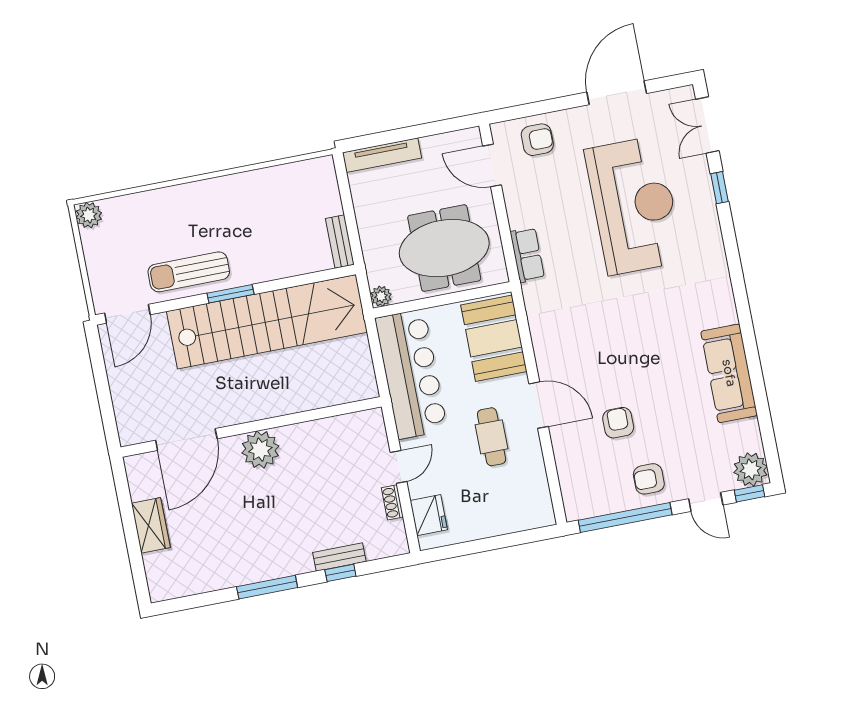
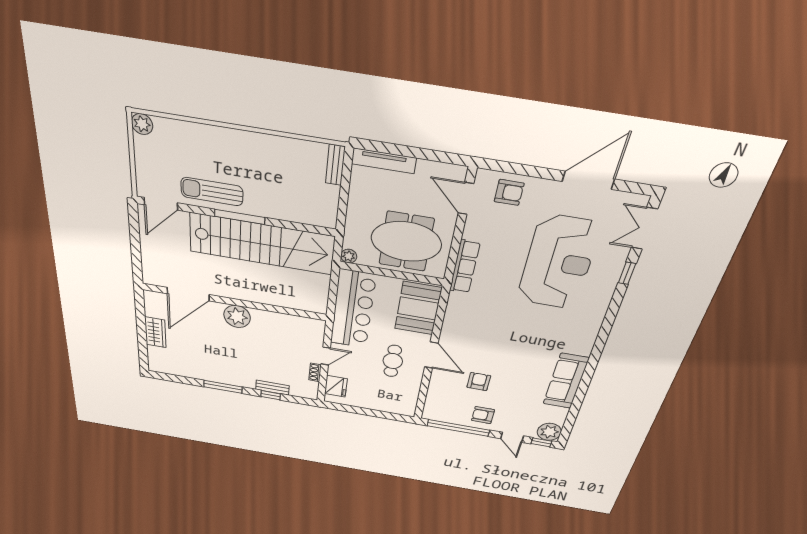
bench: (340, 242) -> (335, 165), moved
row of seats: (527, 255) -> (465, 267), width x1.48
window: (231, 294) -> (240, 217), width x1.44

